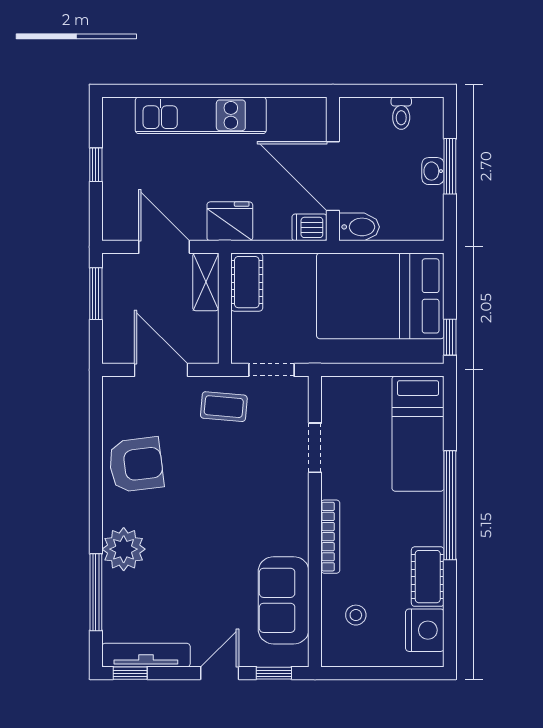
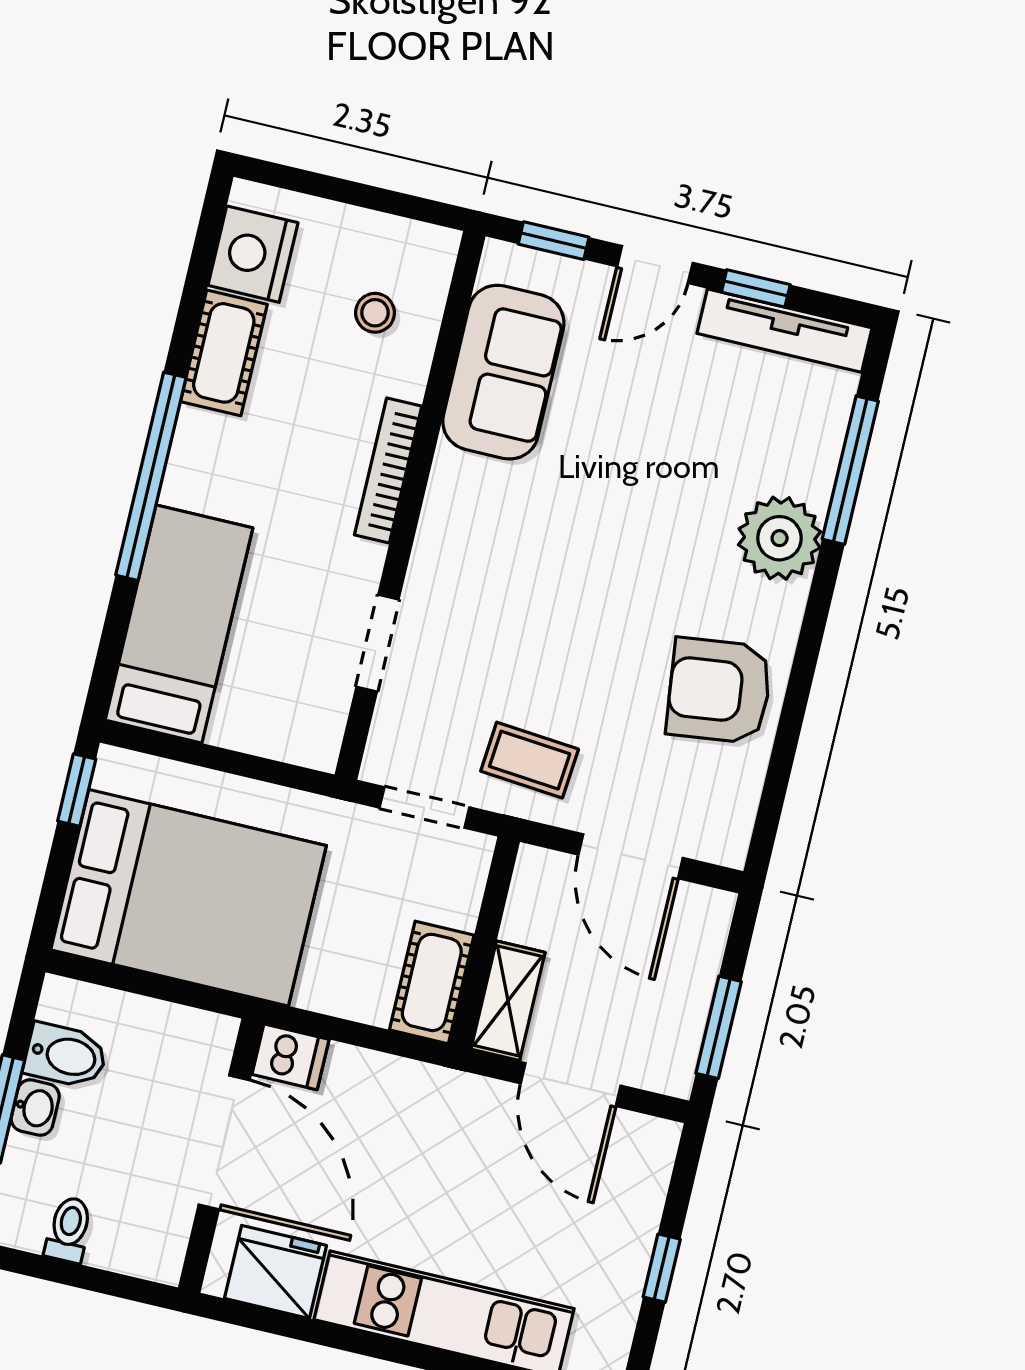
fridge: (230, 221) -> (275, 1272), moved, turned 180
bidet: (359, 227) -> (66, 1056), moved, turned 180
window: (130, 673) -> (756, 288), moved

